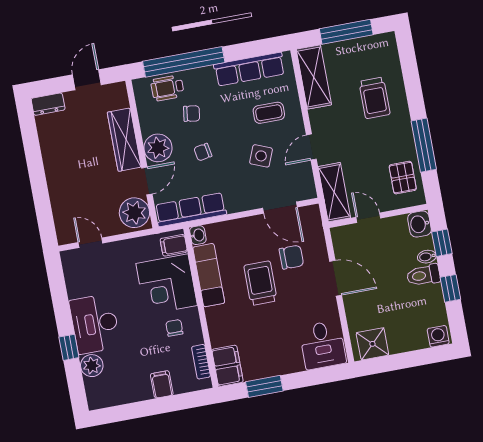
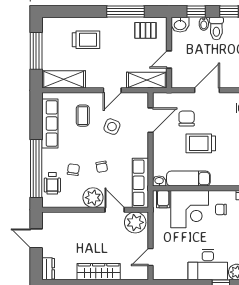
wardrobe: (124, 140) -> (99, 272), moved, turned 180
door: (311, 147) -> (112, 90), hinge flipped

